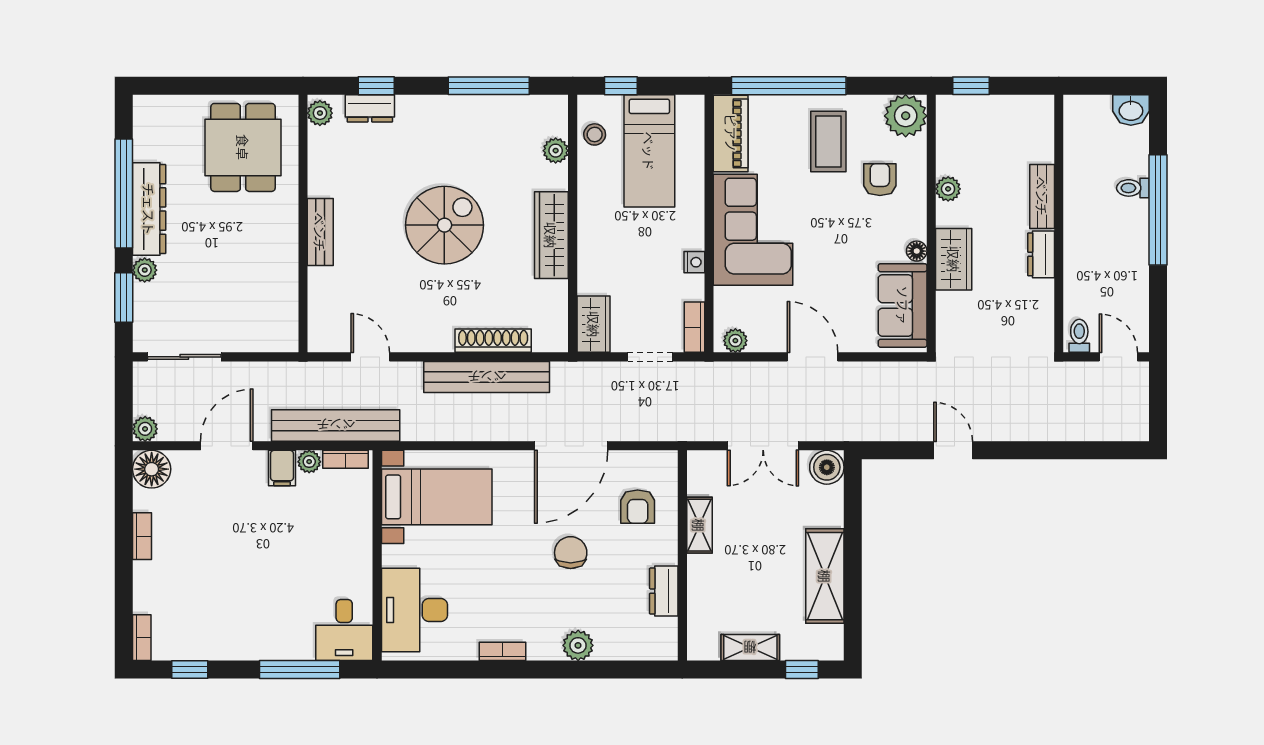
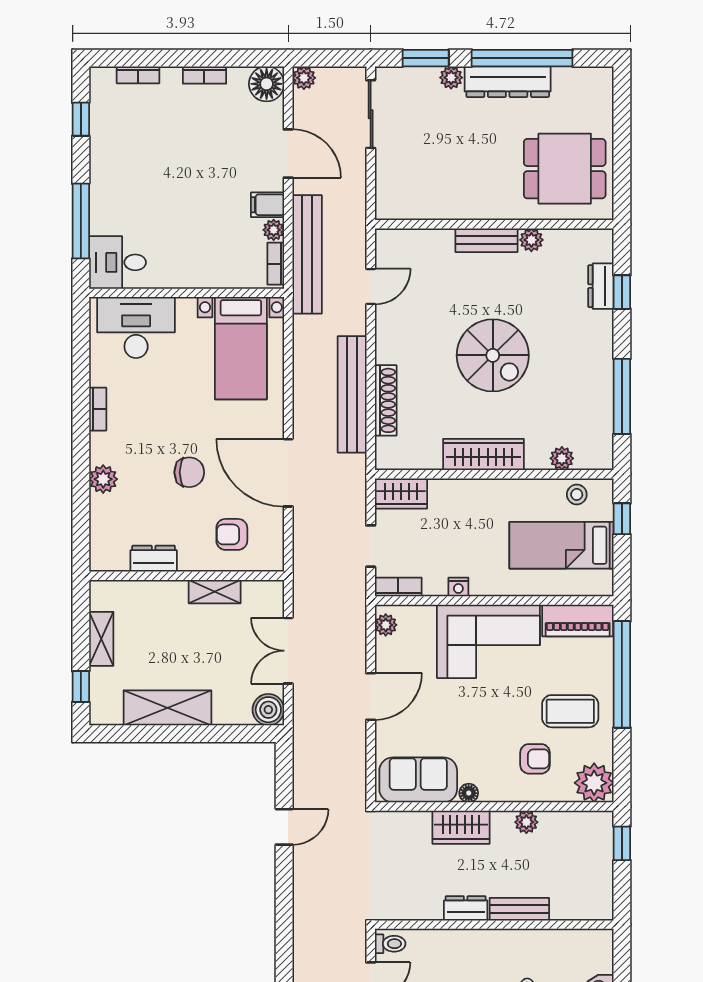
plant: (320, 113) -> (531, 240), moved
bookcase: (142, 638) -> (138, 75), moved

